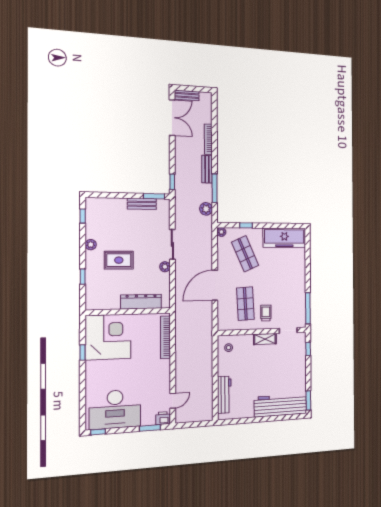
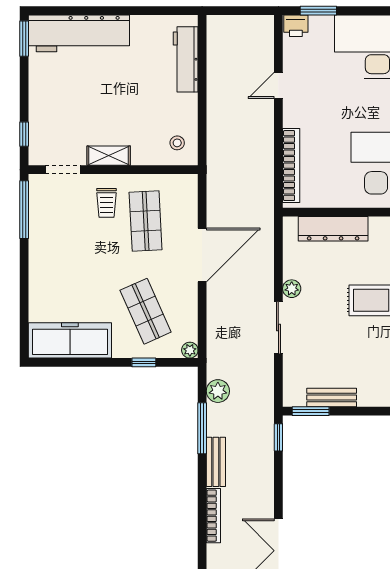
door: (173, 401) -> (278, 85), moved

